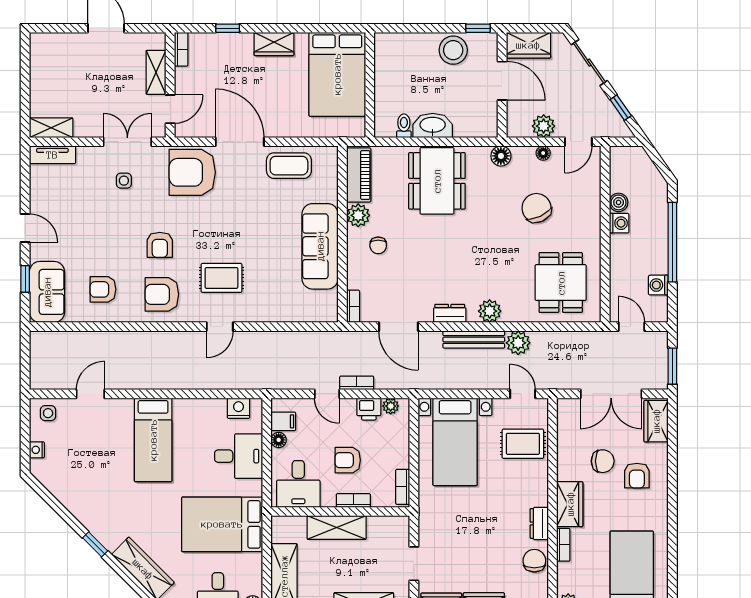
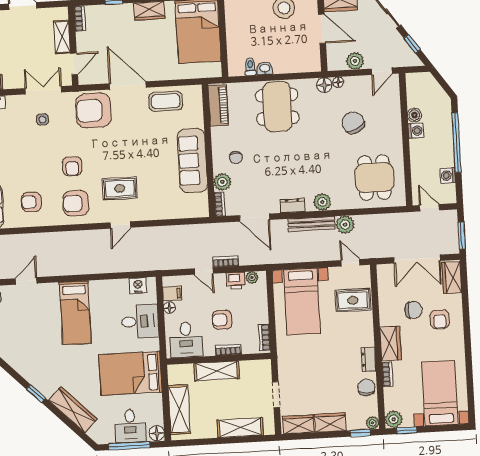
washbasin: (433, 125) -> (265, 68), width x0.52, depth x0.69
floor lamp: (543, 153) -> (338, 82), moved
plant: (358, 215) -> (222, 182), moved

